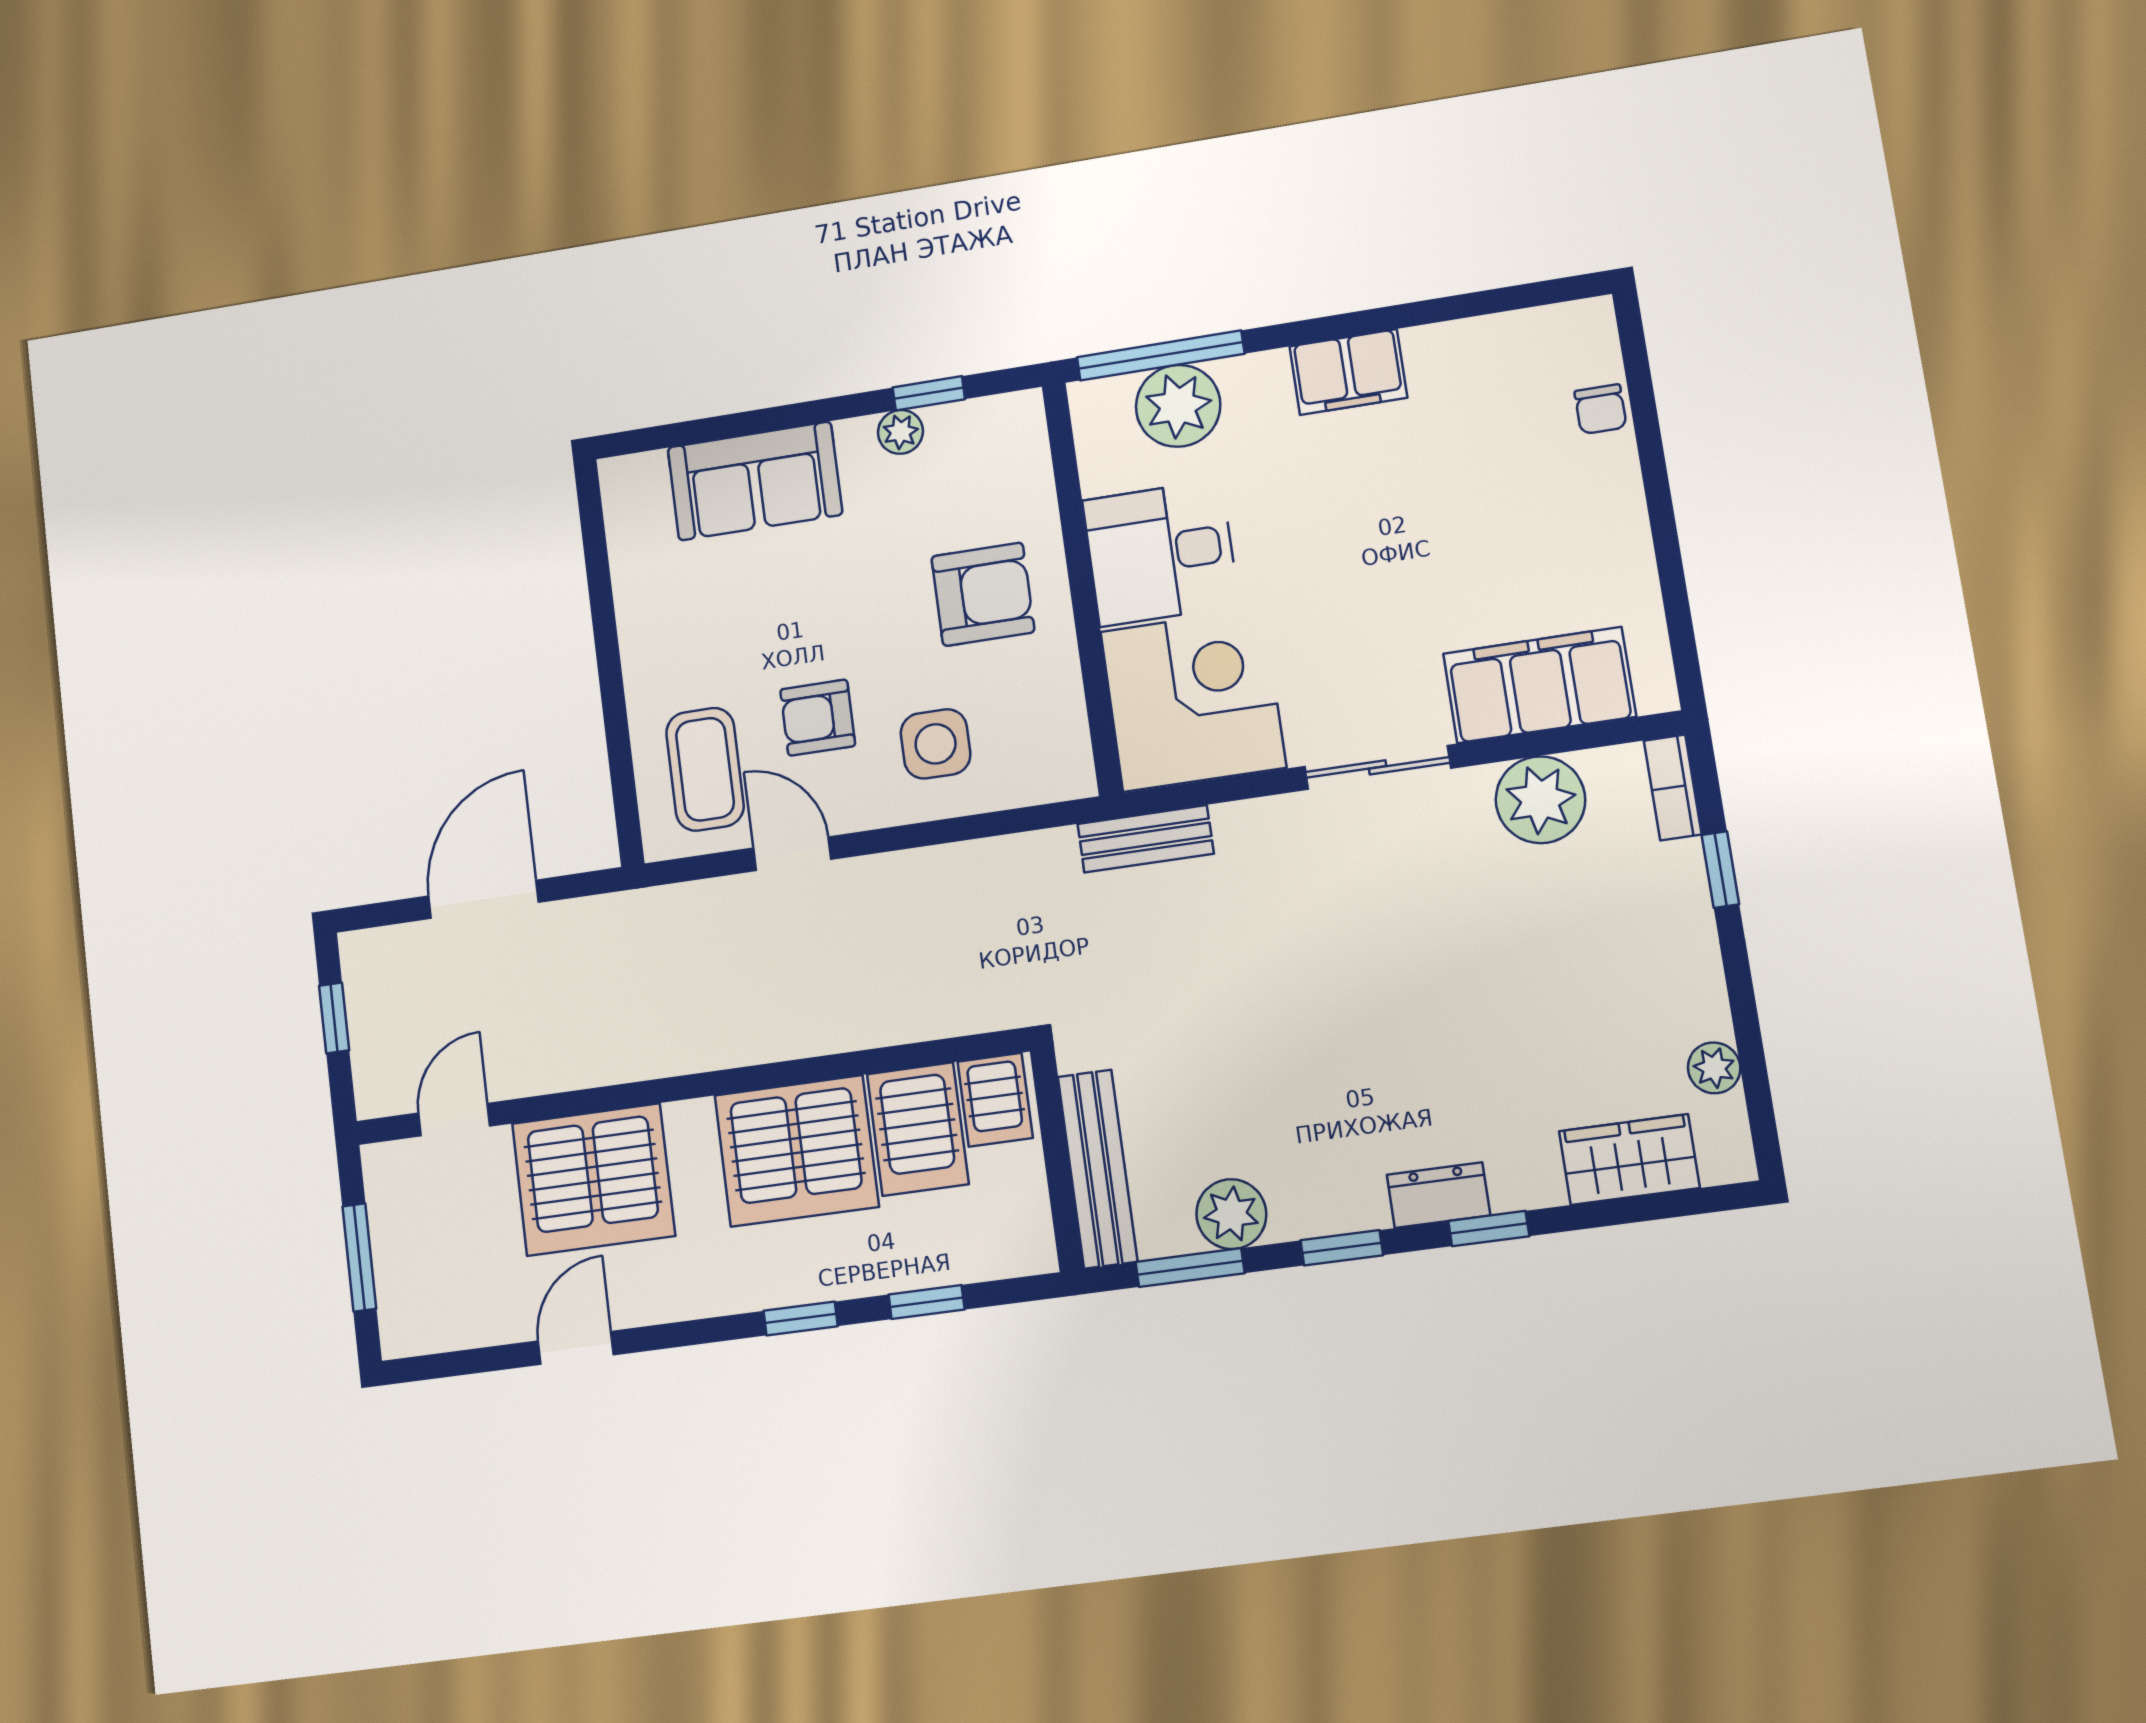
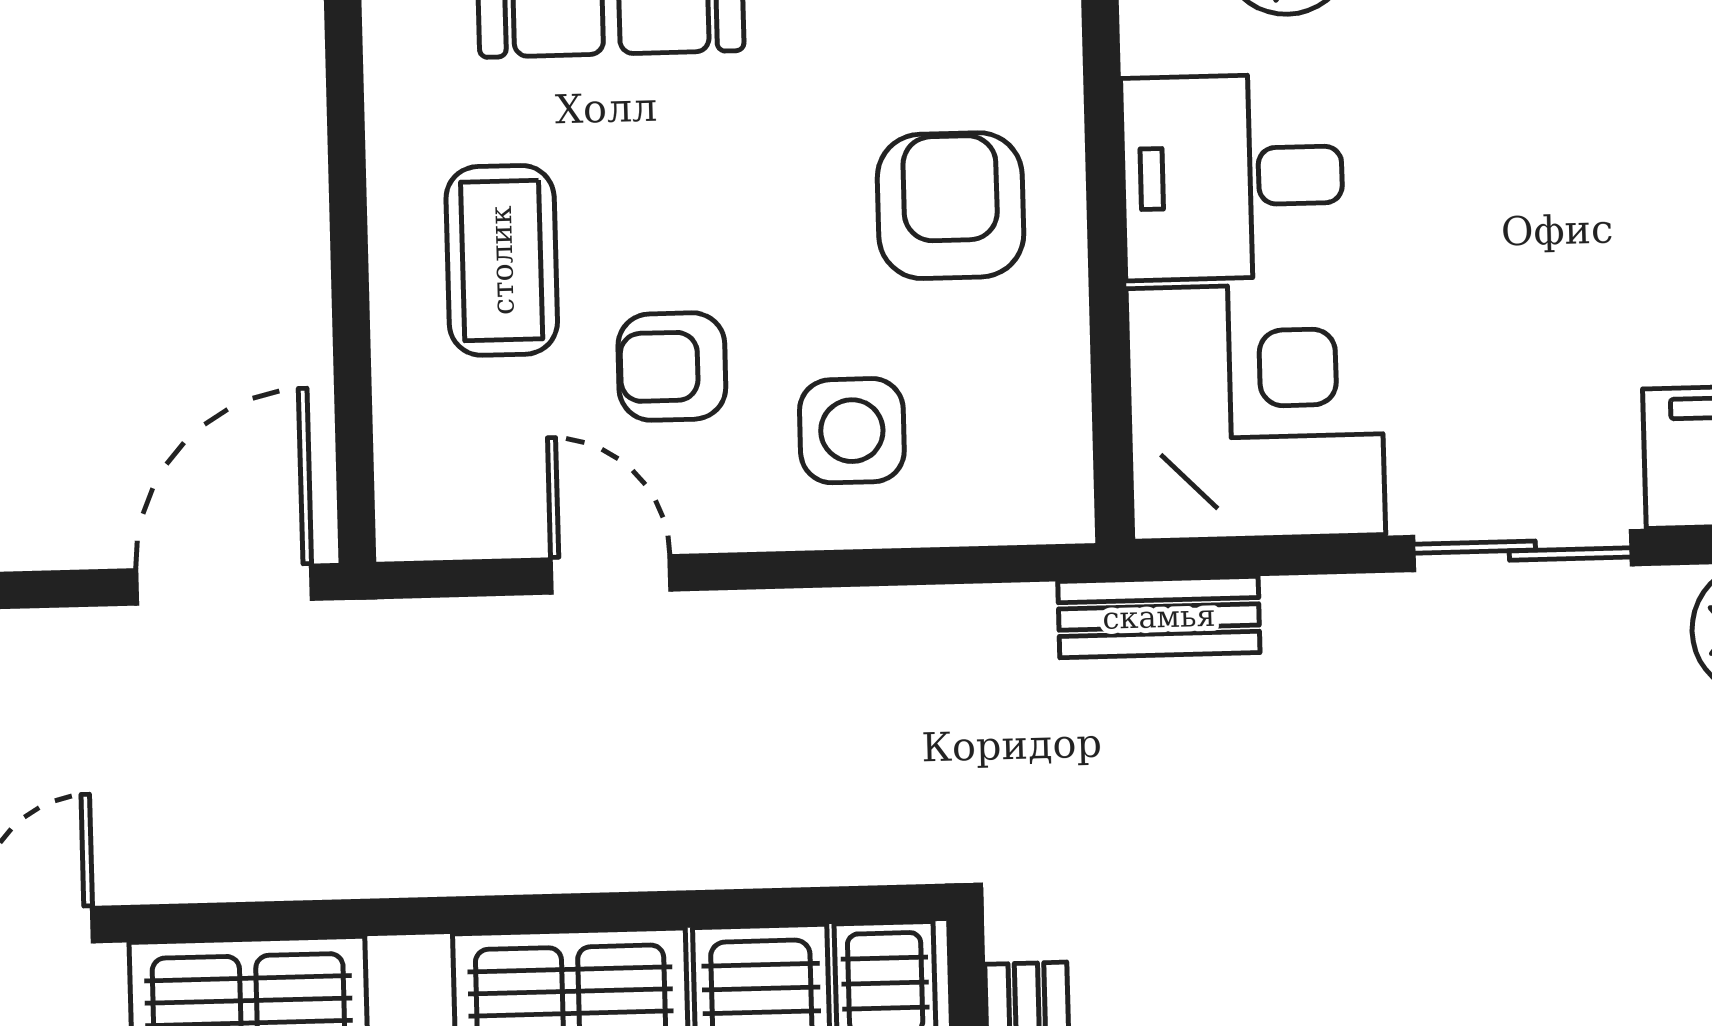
armchair: (983, 594) -> (951, 206), turned -90
coffee table: (705, 769) -> (502, 260), moved
door: (483, 899) -> (224, 585), moved

